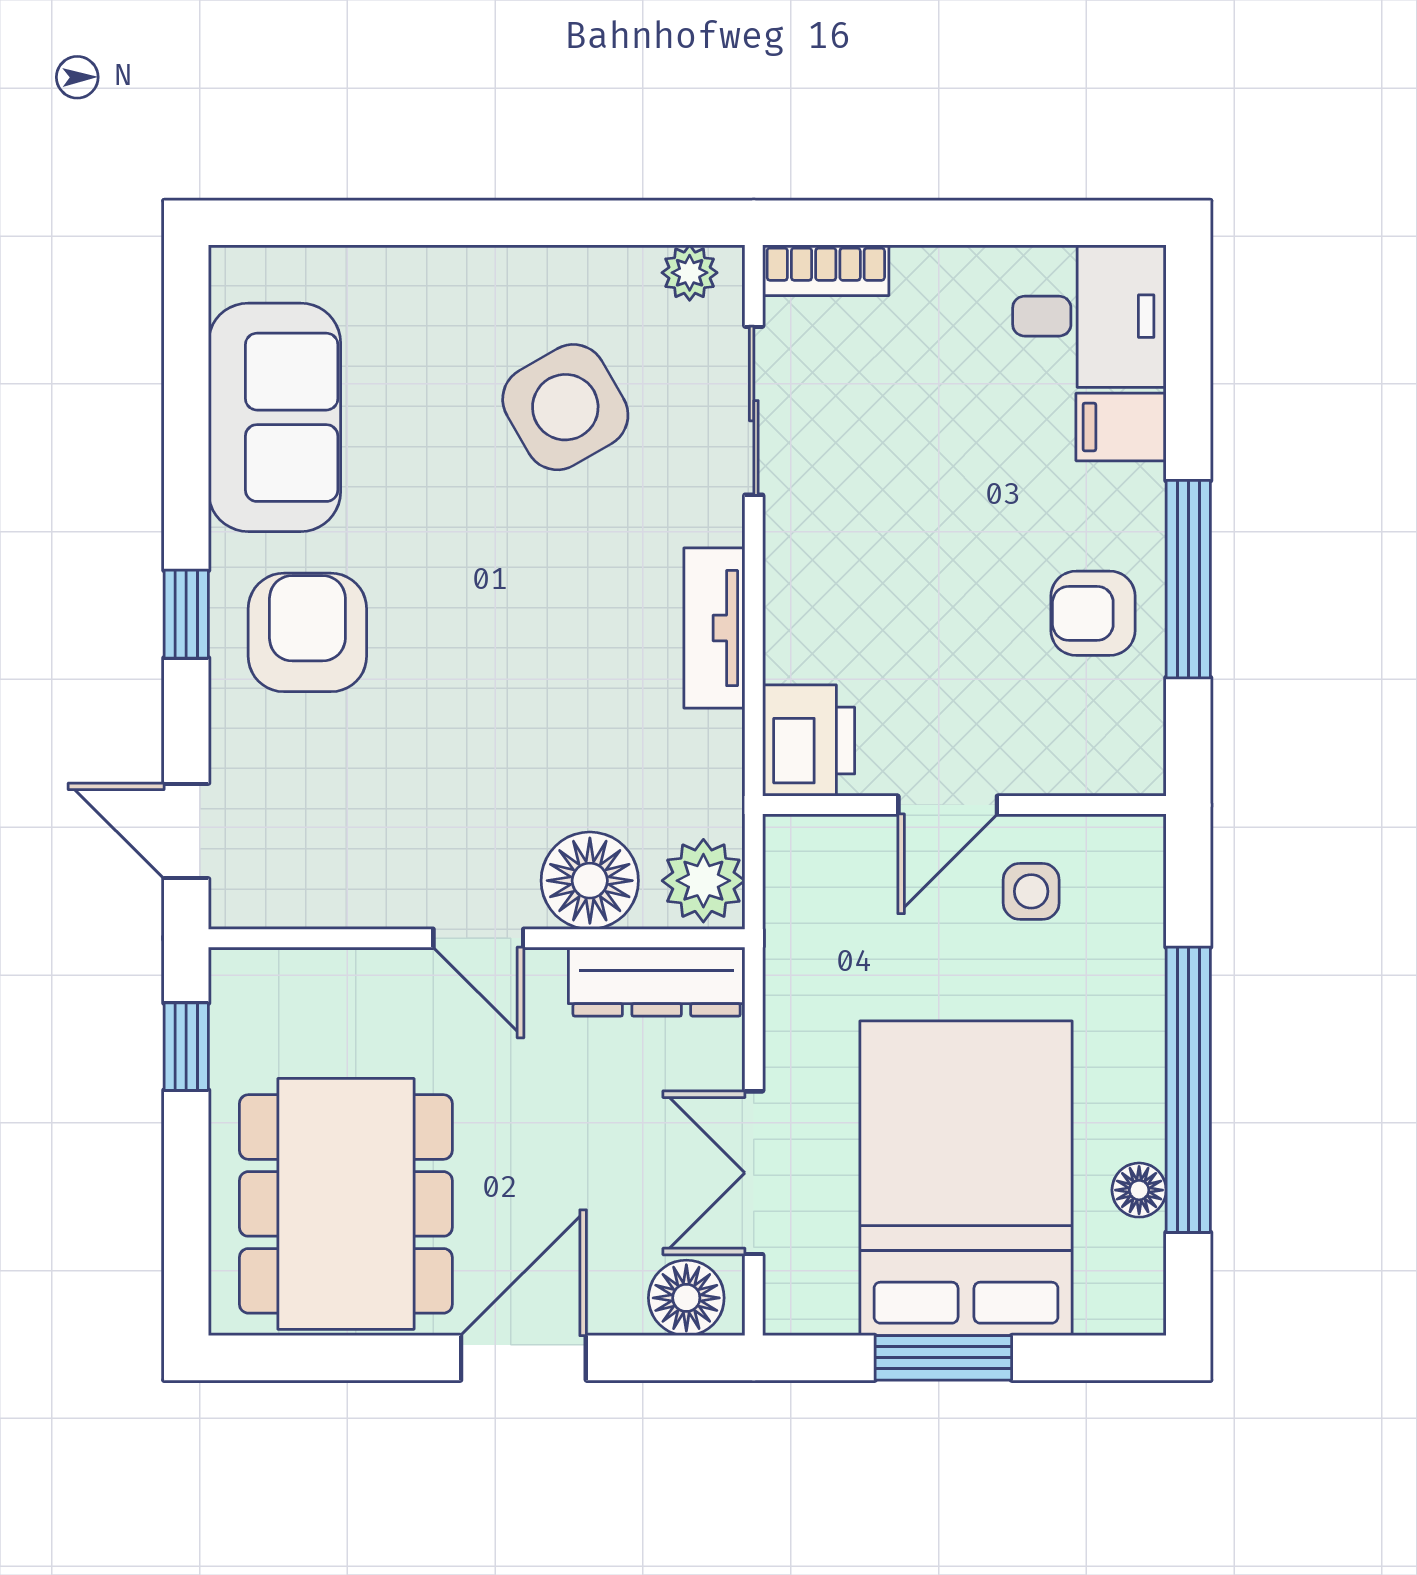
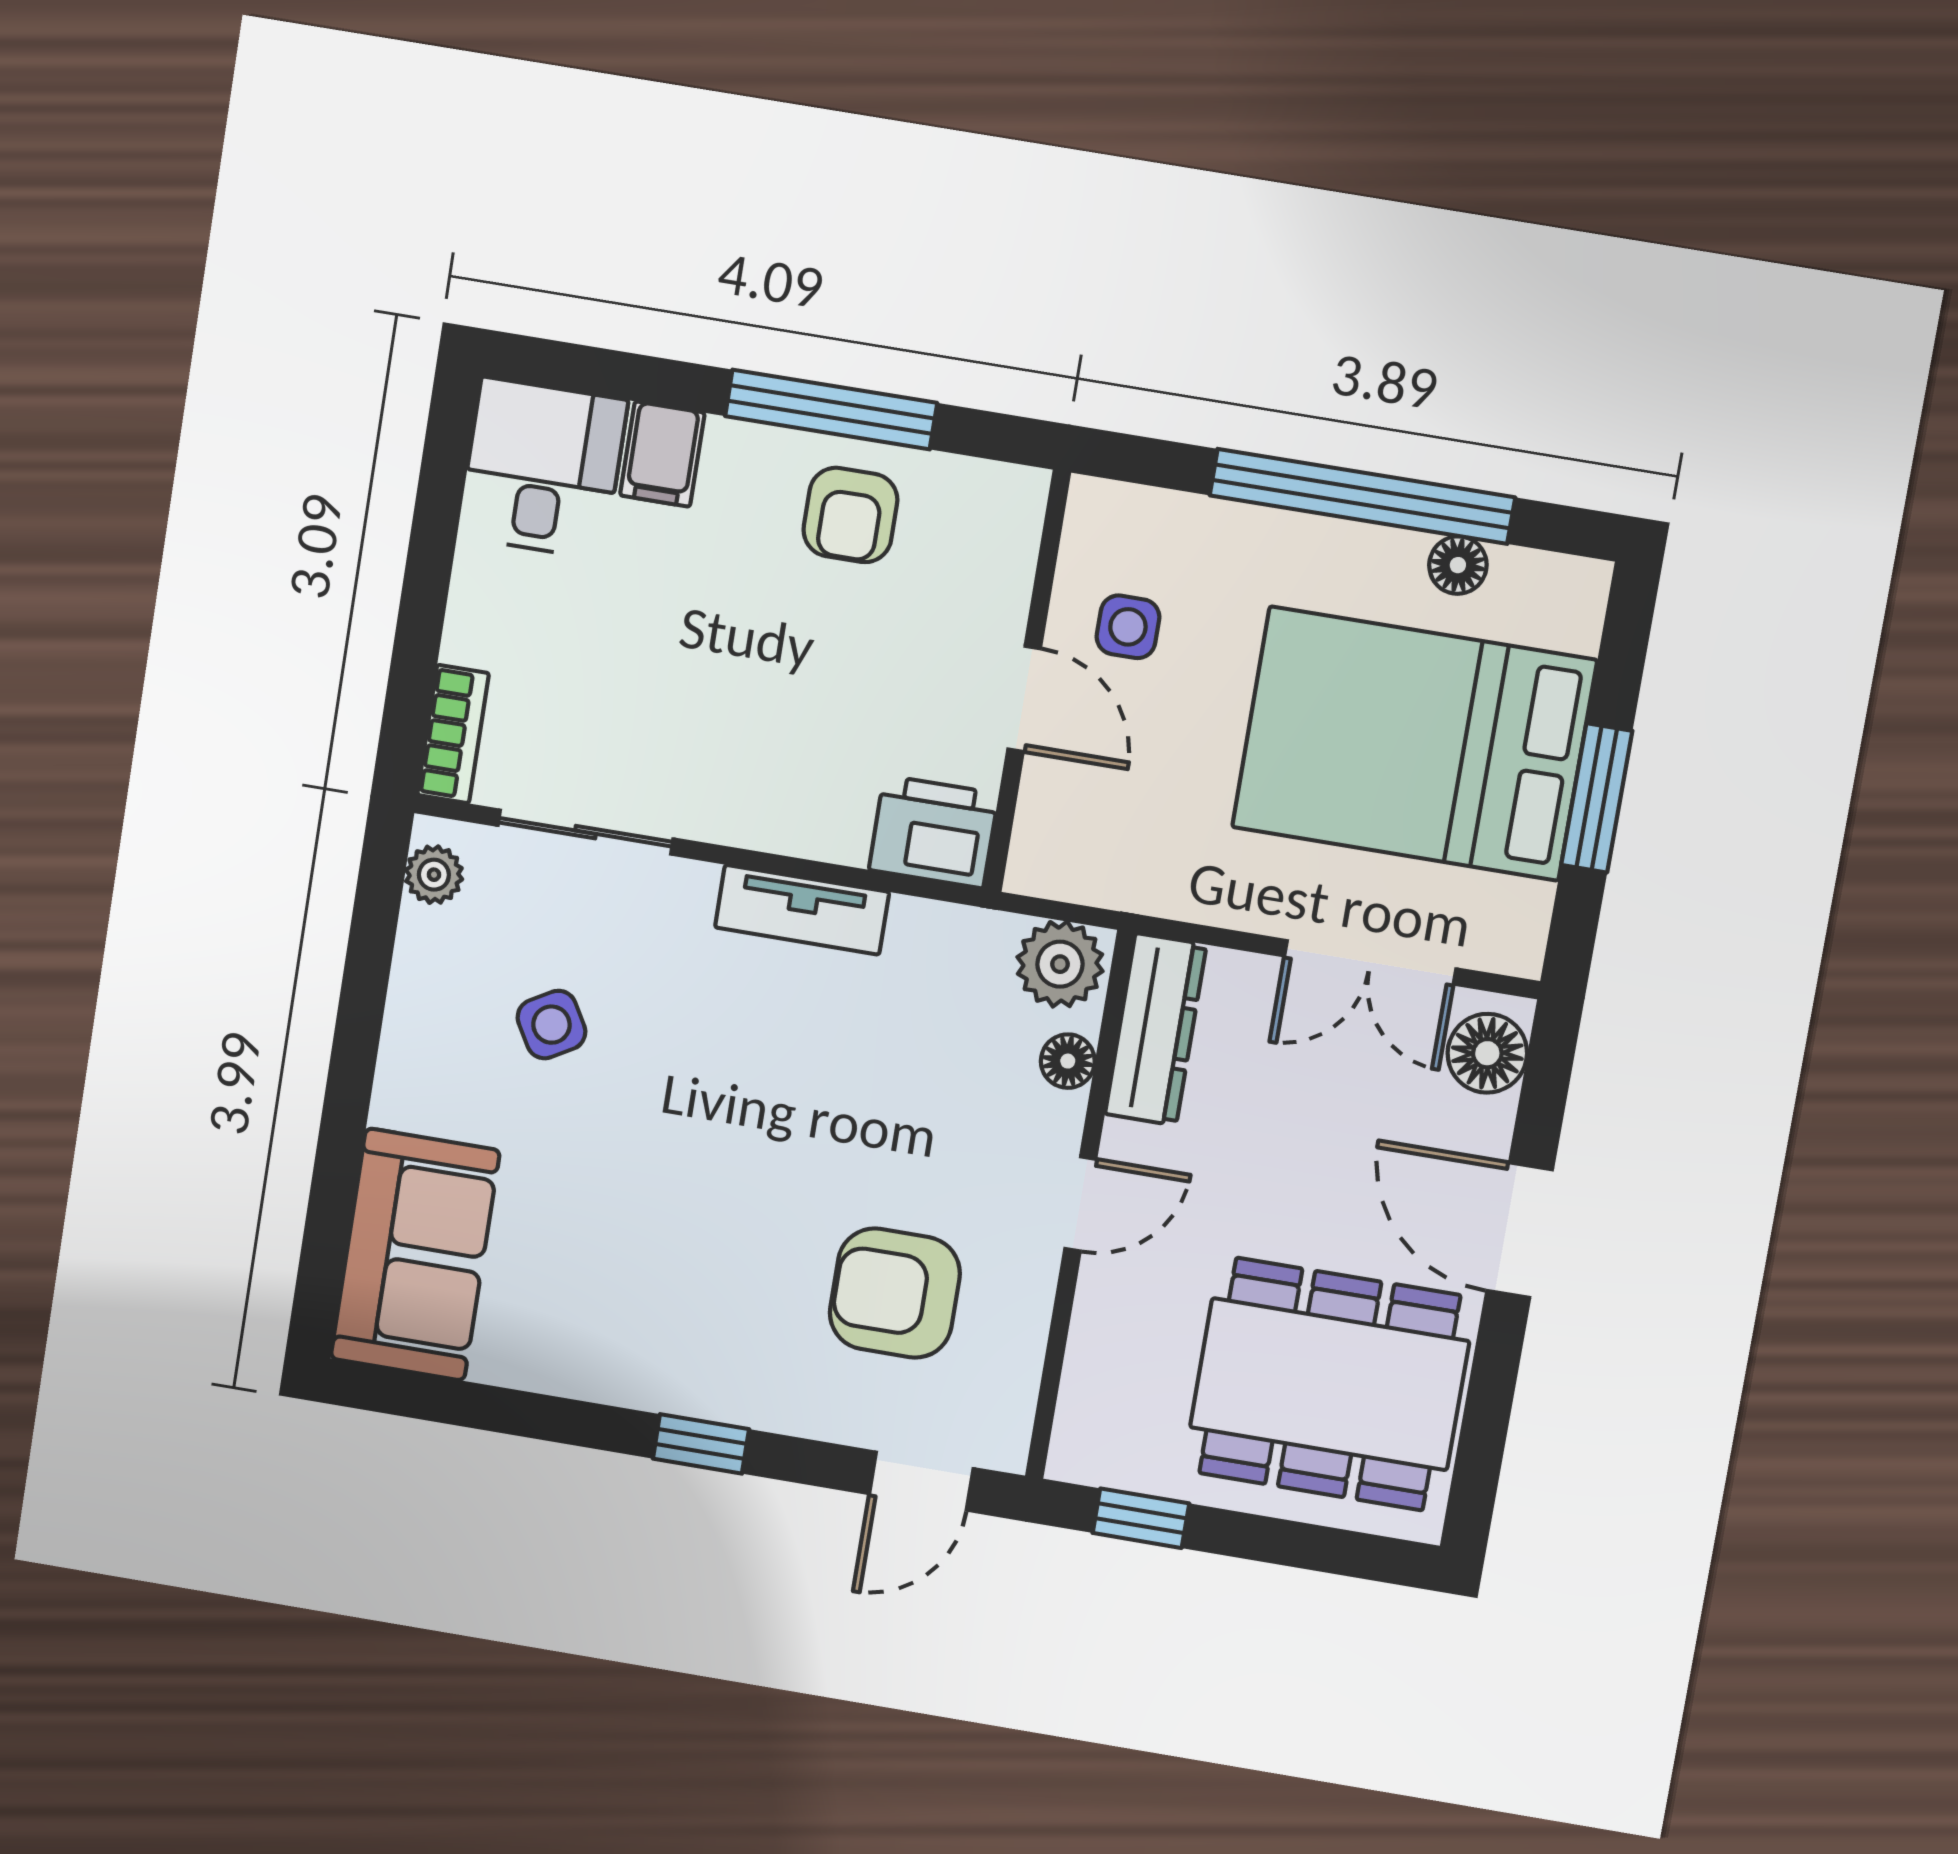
side table: (565, 407) -> (551, 1025), width x0.54, depth x0.54
sofa: (274, 417) -> (415, 1255), moved, turned 90
armchair: (307, 632) -> (895, 1293), moved
floor lamp: (590, 881) -> (1068, 1061), width x0.53, depth x0.53

